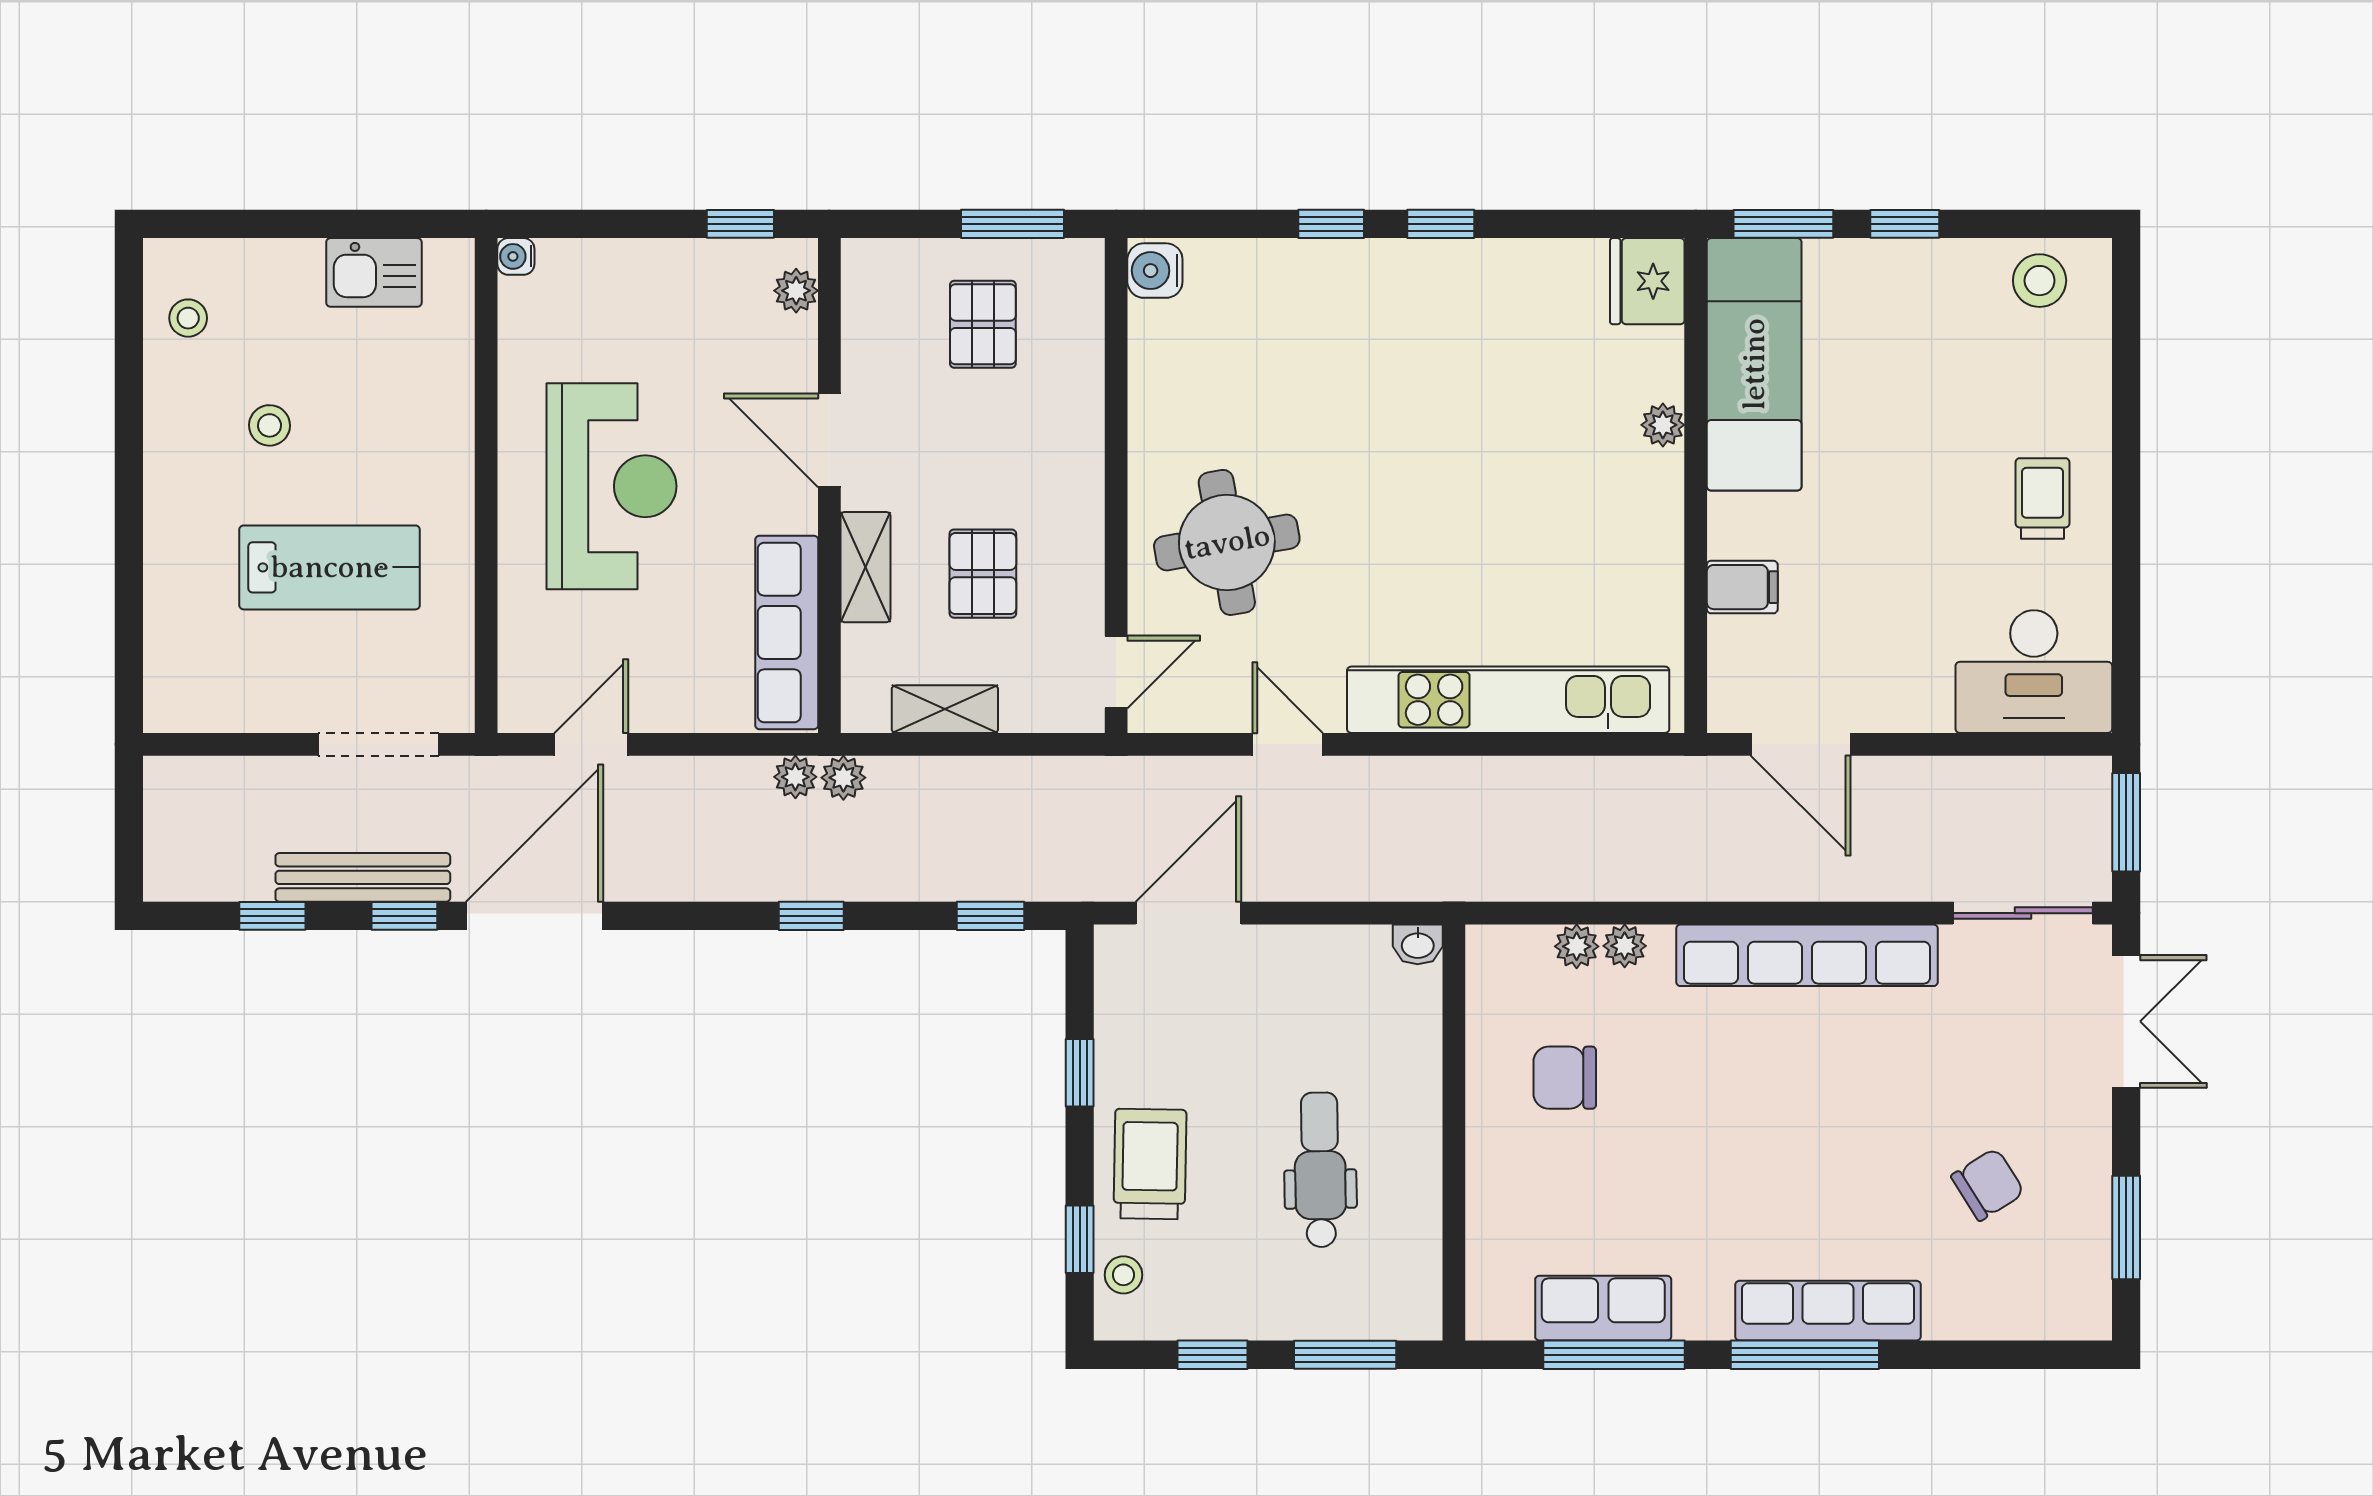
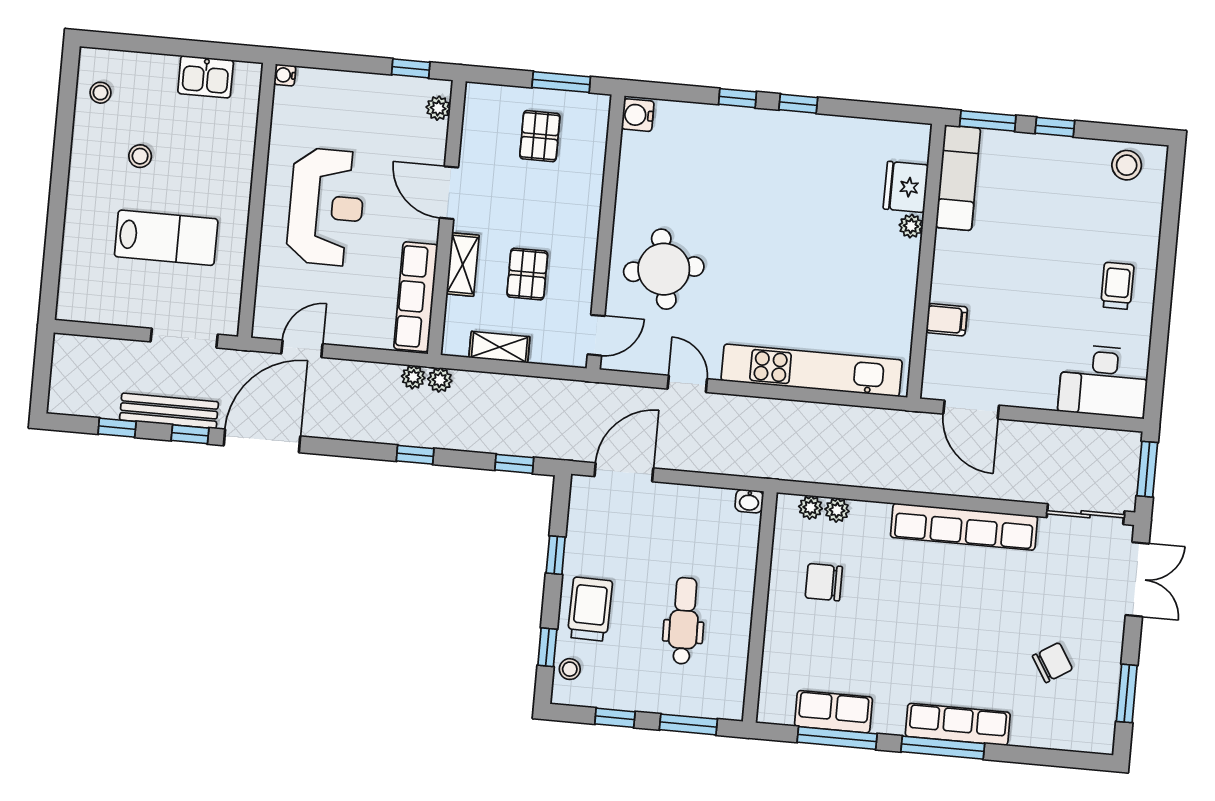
fridge: (1647, 281) -> (906, 187), moved
exam couch: (1754, 364) -> (958, 178), width x0.73, depth x0.69
plant: (1625, 946) -> (811, 507), moved

